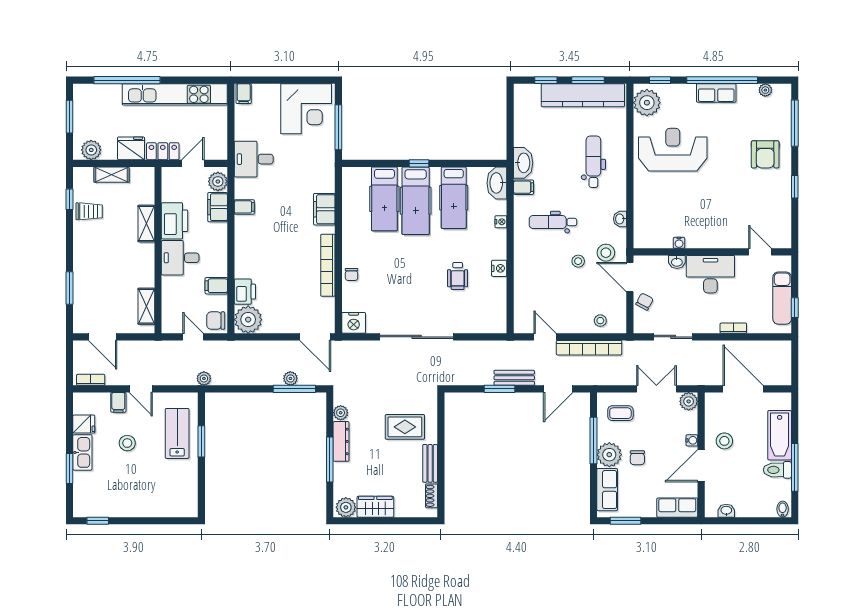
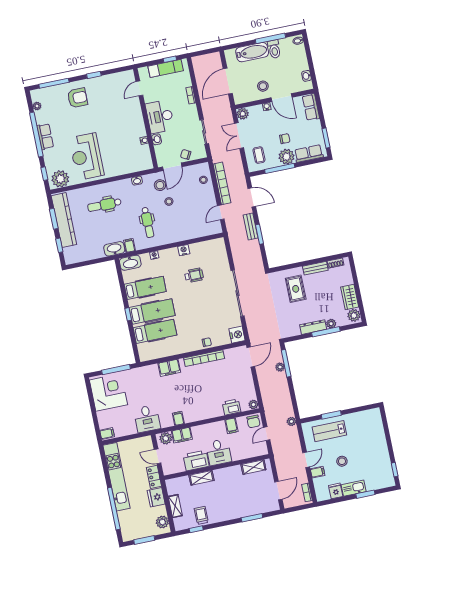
plant: (248, 320) -> (253, 405), width x0.53, depth x0.53
plant: (341, 413) -> (331, 324), moved

